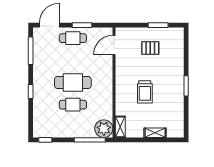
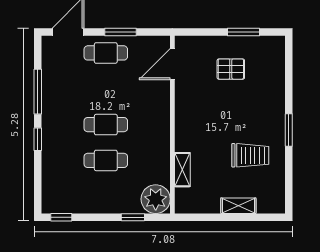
window: (31, 51) -> (38, 92), moved
cafe table: (73, 82) -> (106, 125), width x0.73, depth x0.74
trolley: (145, 92) -> (250, 155), moved, turned -90
shelving: (120, 127) -> (182, 170), moved
window: (90, 140) -> (133, 217), width x0.46

